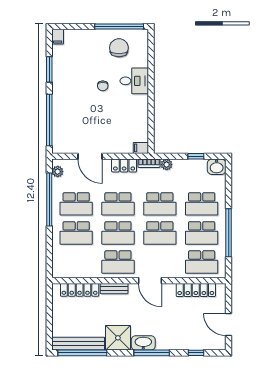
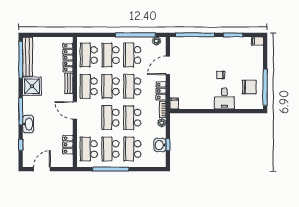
washbasin: (217, 167) -> (160, 145), moved
school desk: (76, 262) -> (89, 55), added
door: (150, 281) -> (75, 110), hinge flipped
locker: (196, 290) -> (68, 145), width x0.66
washbasin: (143, 343) -> (28, 124), moved

